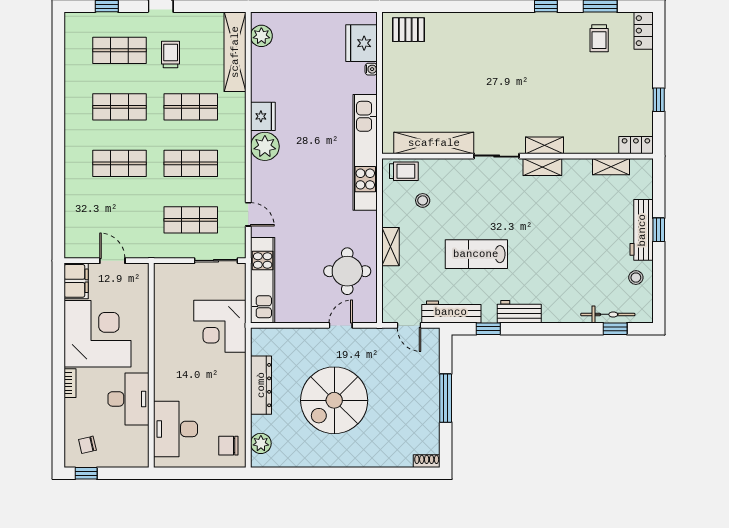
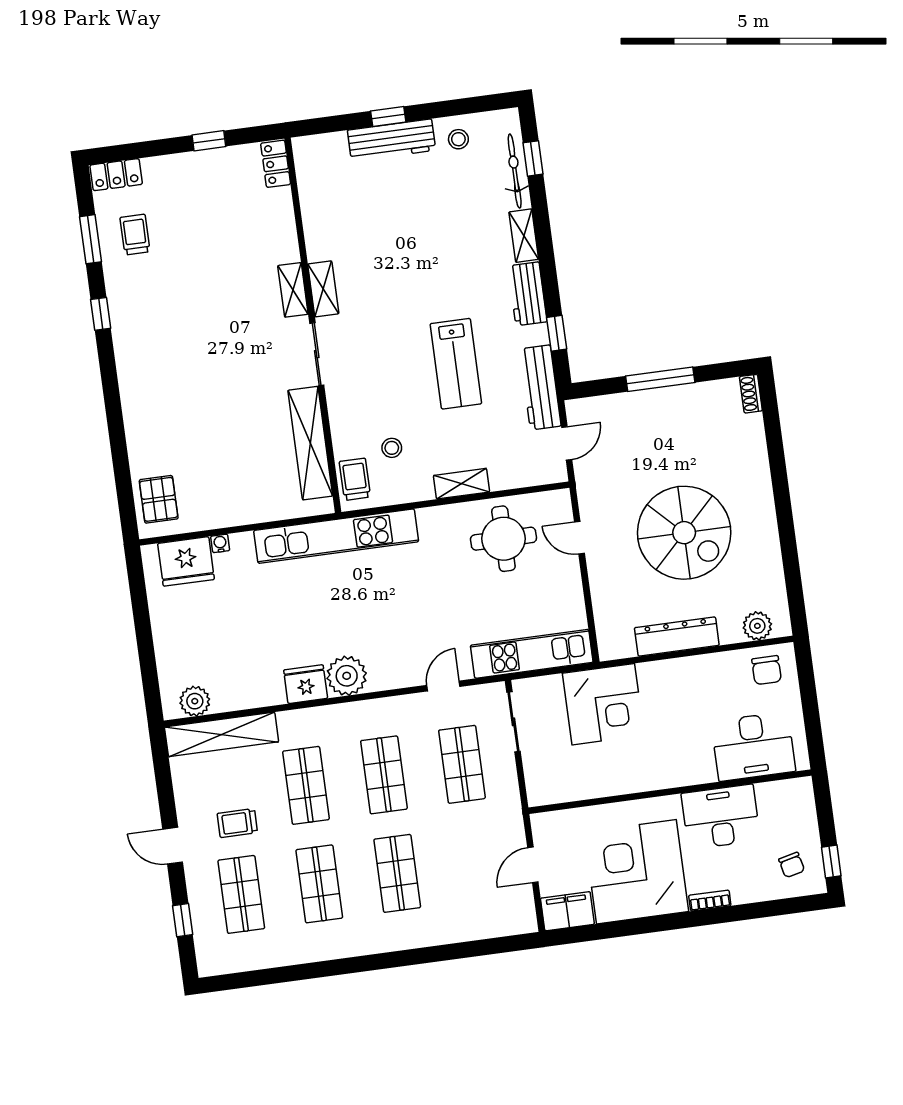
trolley: (599, 38) -> (135, 235), turned -90
shelving: (611, 167) -> (524, 236), moved

